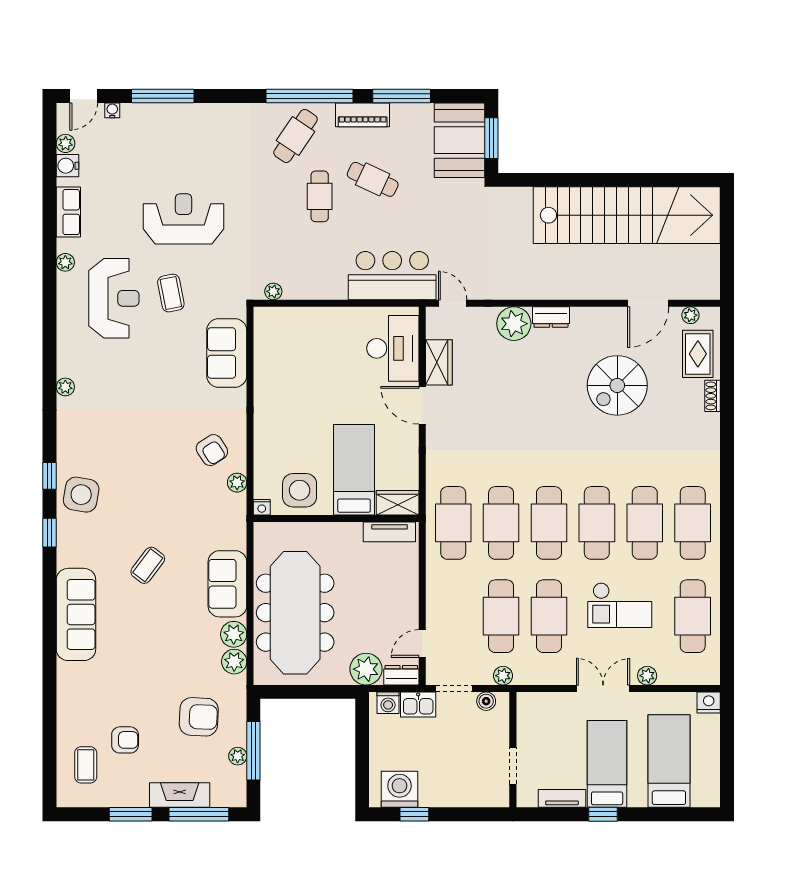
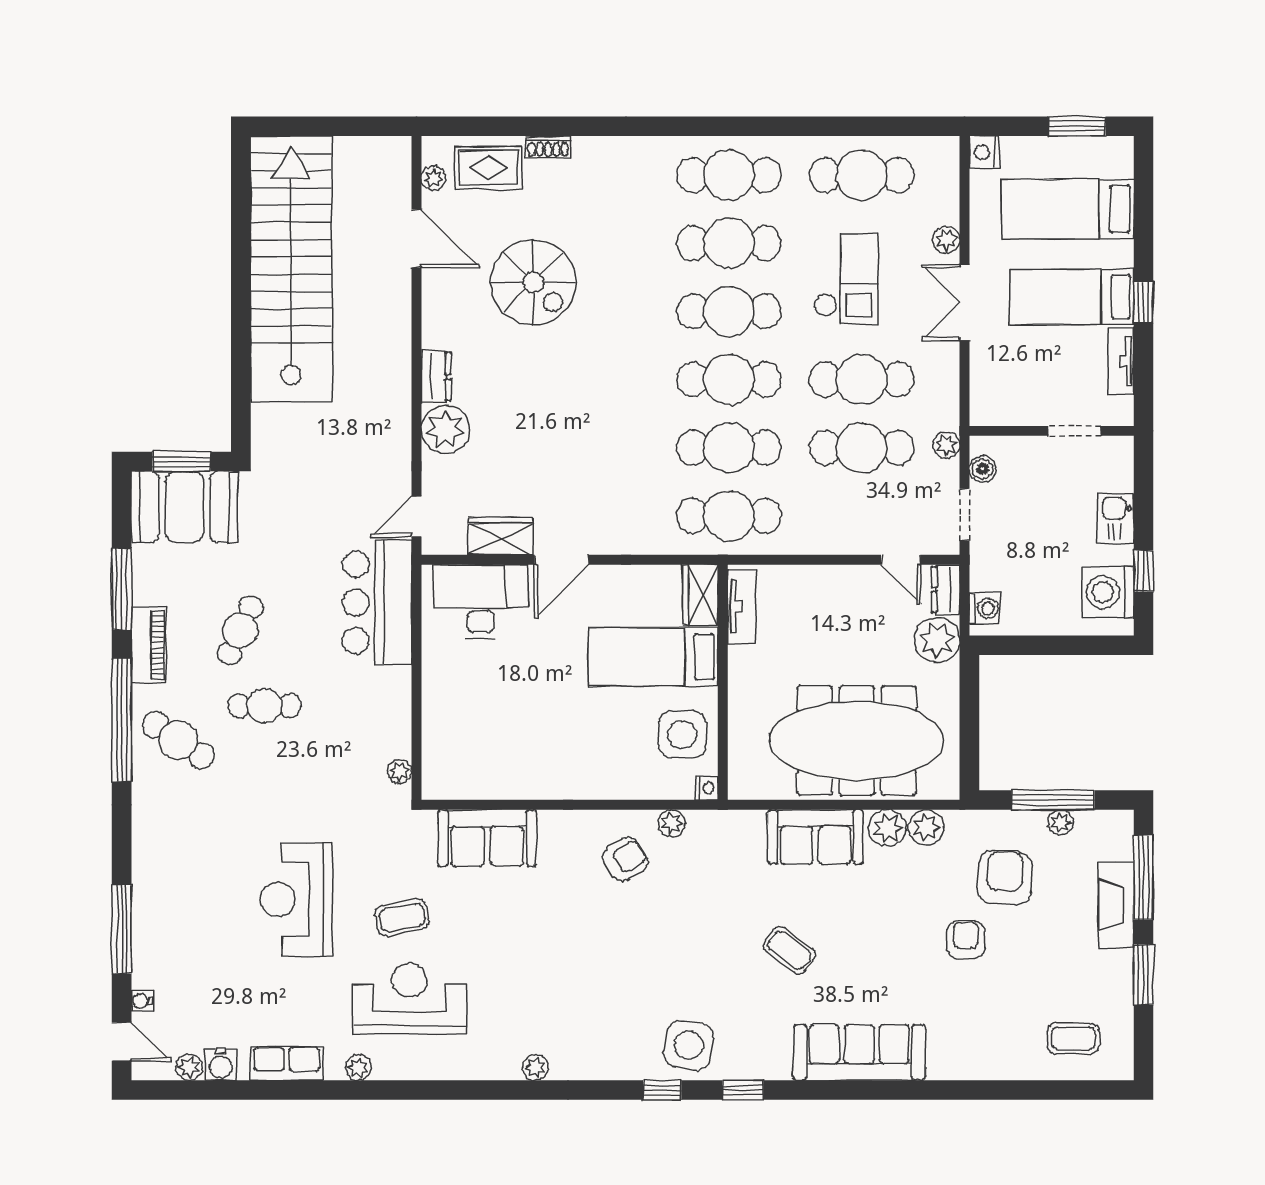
kitchen sink: (418, 705) -> (1116, 518), moved, turned 180
armchair: (125, 740) -> (966, 940), moved
window: (727, 767) -> (1077, 126), added

